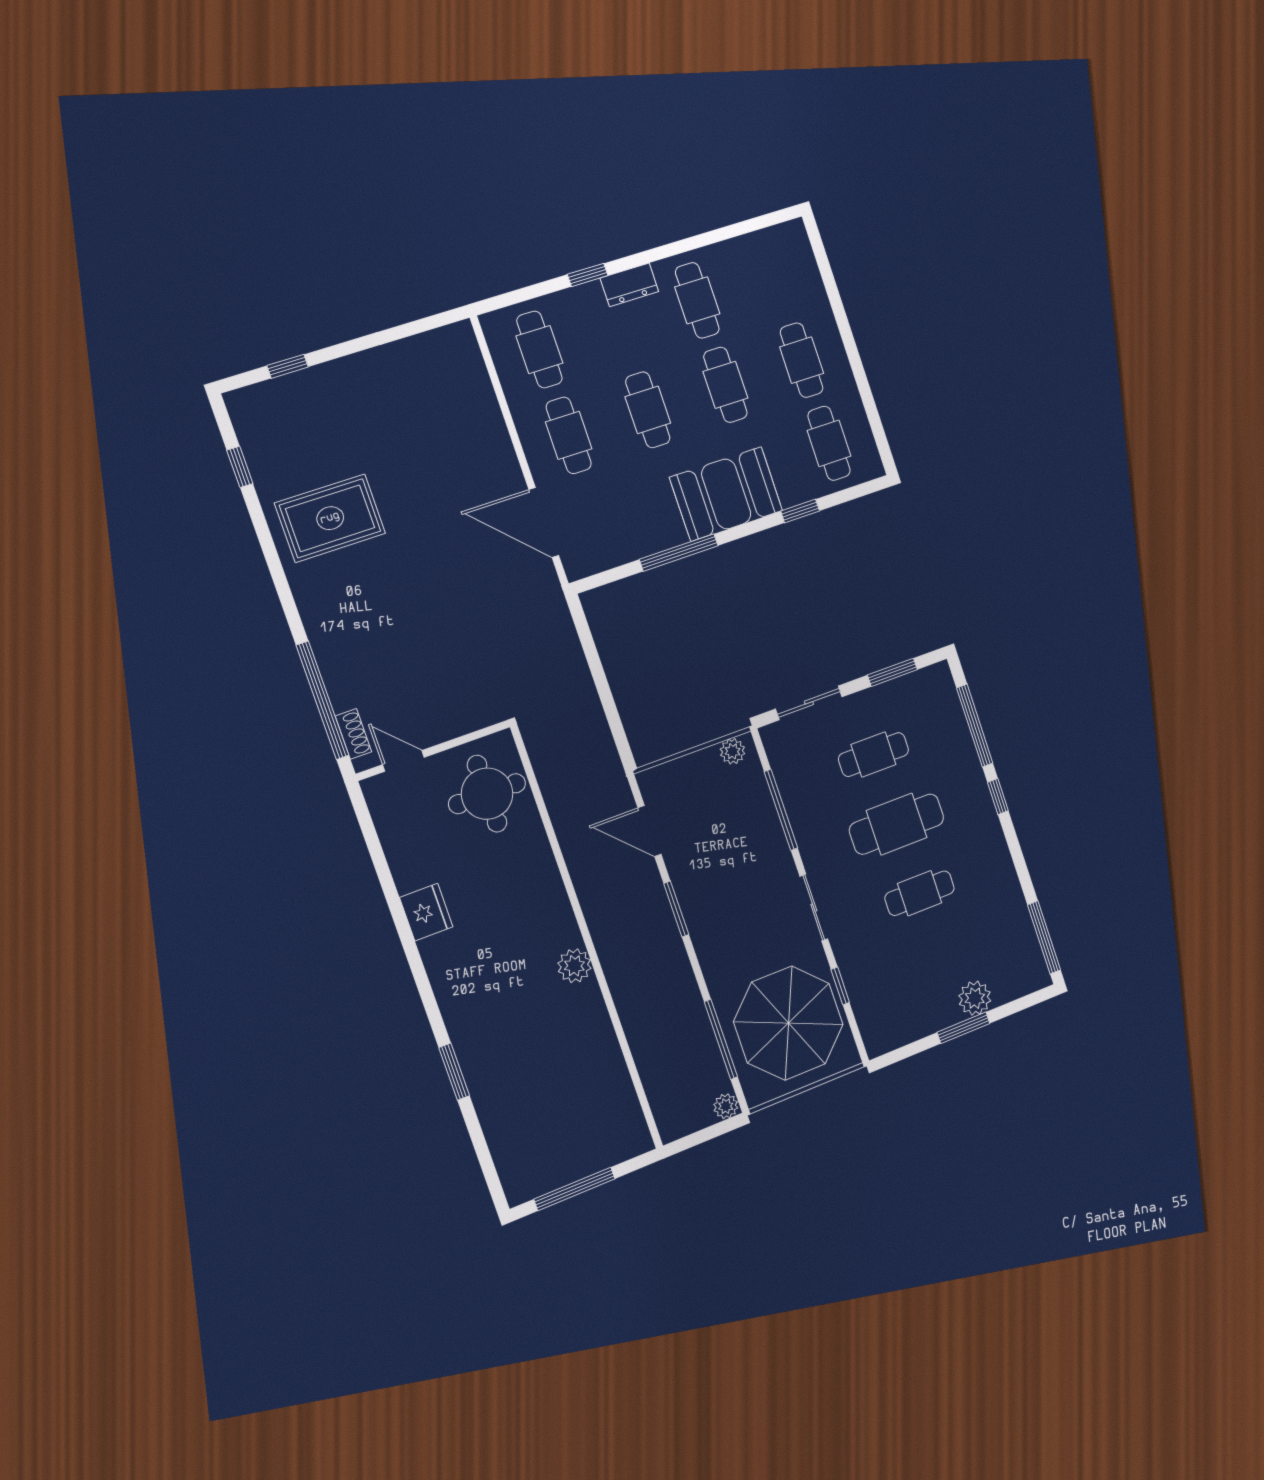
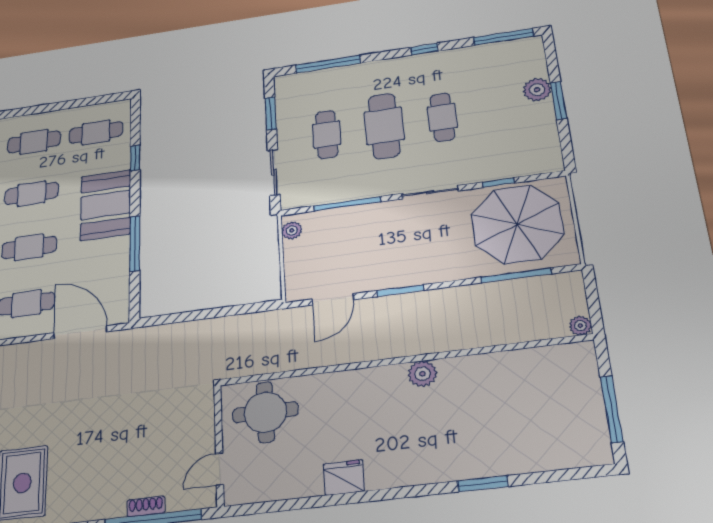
door: (544, 523) -> (80, 332), swing flipped
shoe rack: (353, 734) -> (146, 506), moved
window: (998, 797) -> (424, 49), moved
plant: (726, 1106) -> (580, 326), moved

